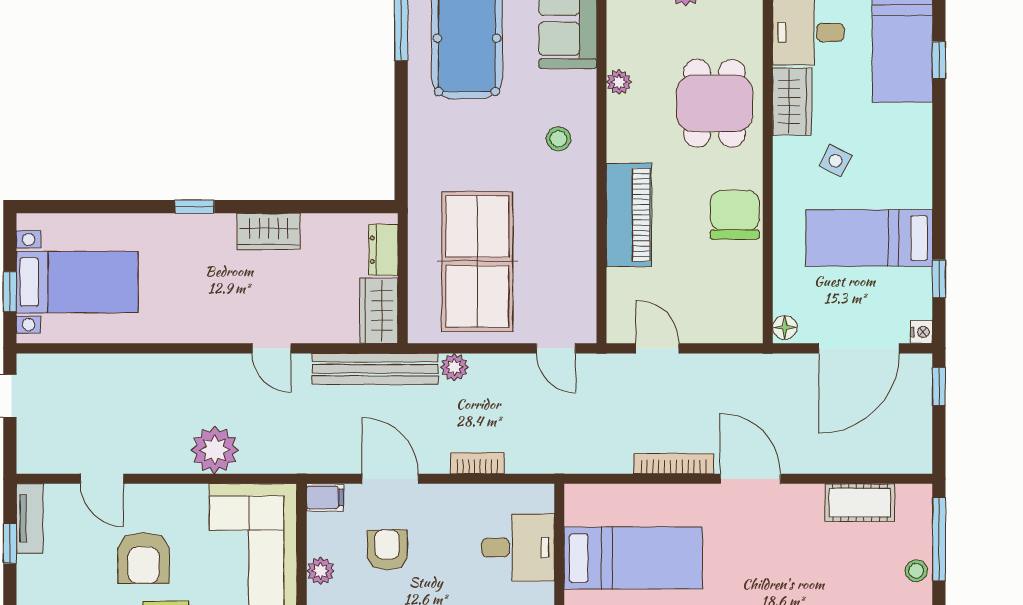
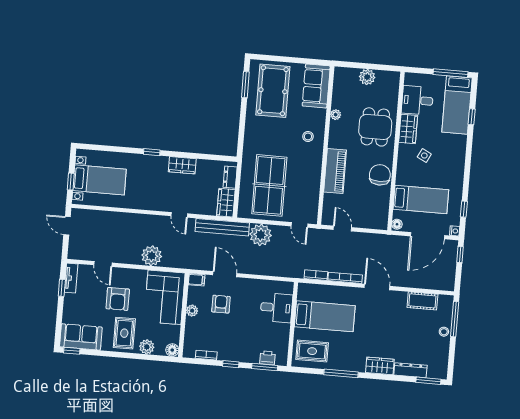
bed: (869, 238) -> (421, 200), moved, turned 180
plant: (454, 367) -> (261, 235), width x1.87, depth x1.87
bookcase: (477, 463) -> (316, 275), moved

